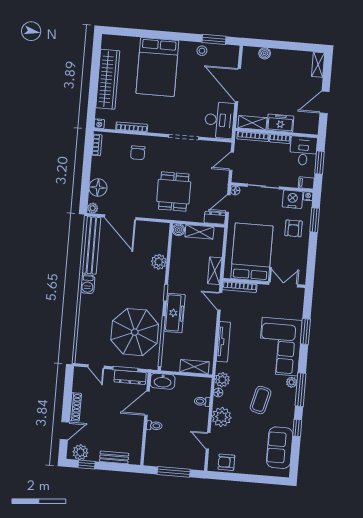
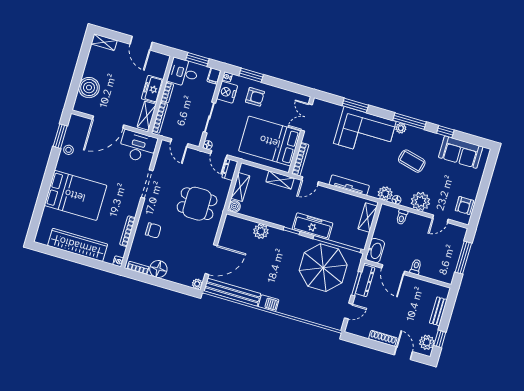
boiler: (265, 53) -> (89, 88), width x1.86, depth x1.86
floor lamp: (98, 188) -> (158, 269), moved

